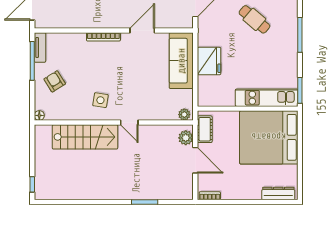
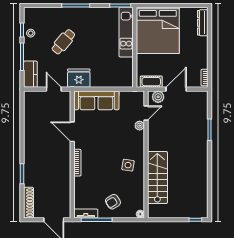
fridge: (209, 61) -> (79, 78), moved
plant: (184, 115) -> (140, 126), moved
door: (129, 123) -> (146, 113), moved

